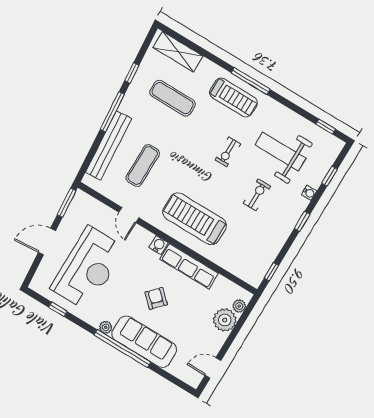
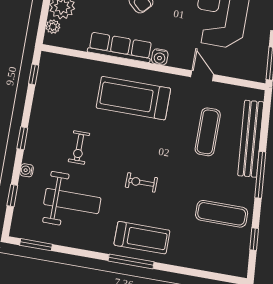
shelving: (178, 52) -> (217, 262), removed
window: (132, 73) -> (254, 239), moved
exercise mat: (173, 98) -> (222, 214), moved
treadmill: (233, 98) -> (142, 238), turned 180
window: (326, 127) -> (36, 245), width x1.50
exercise bike: (228, 152) -> (141, 182), moved, turned -90
treadmill: (195, 219) -> (133, 98), turned 180

